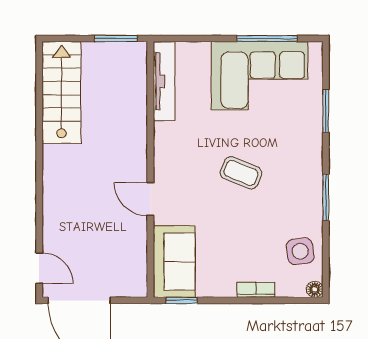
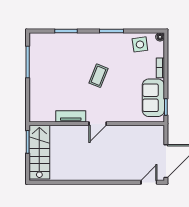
corner sofa: (260, 76) -> (47, 66), removed
tv unit: (164, 81) -> (71, 116), moved, width x0.71
stairs: (61, 92) -> (39, 152), moved, turned 90
door: (150, 199) -> (98, 124), moved
sofa: (174, 261) -> (153, 98), moved, turned -90

